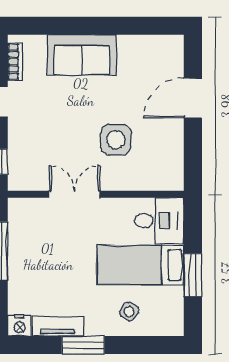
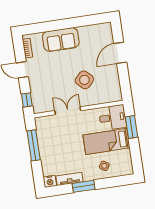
side table: (116, 140) -> (84, 80), turned 45
window: (193, 275) -> (131, 127), moved

